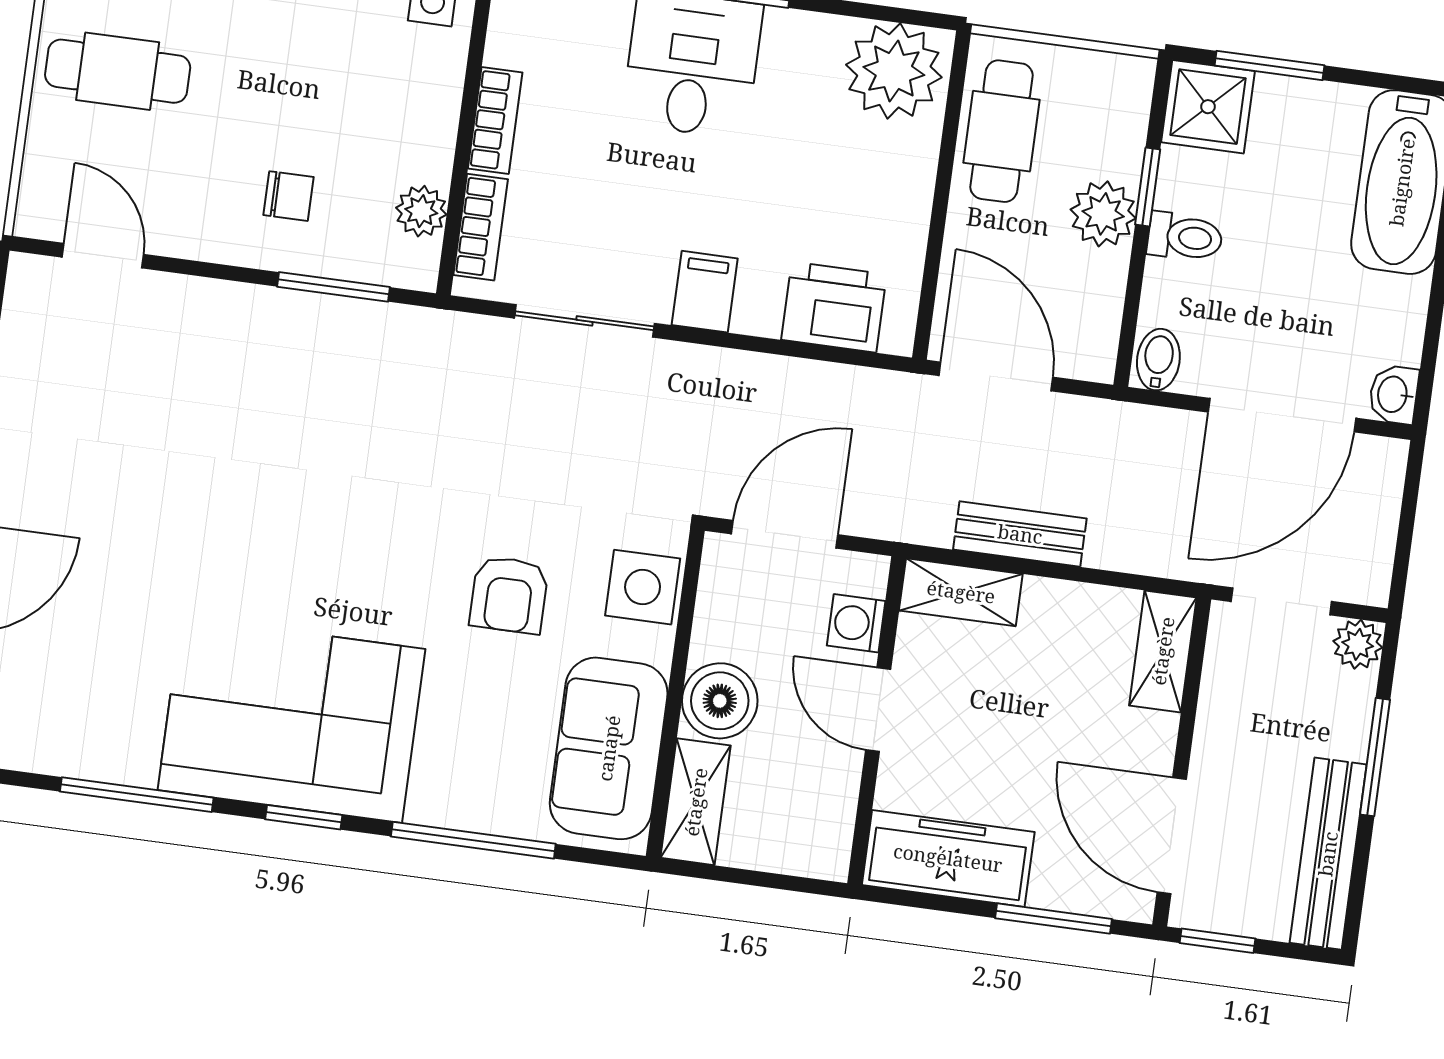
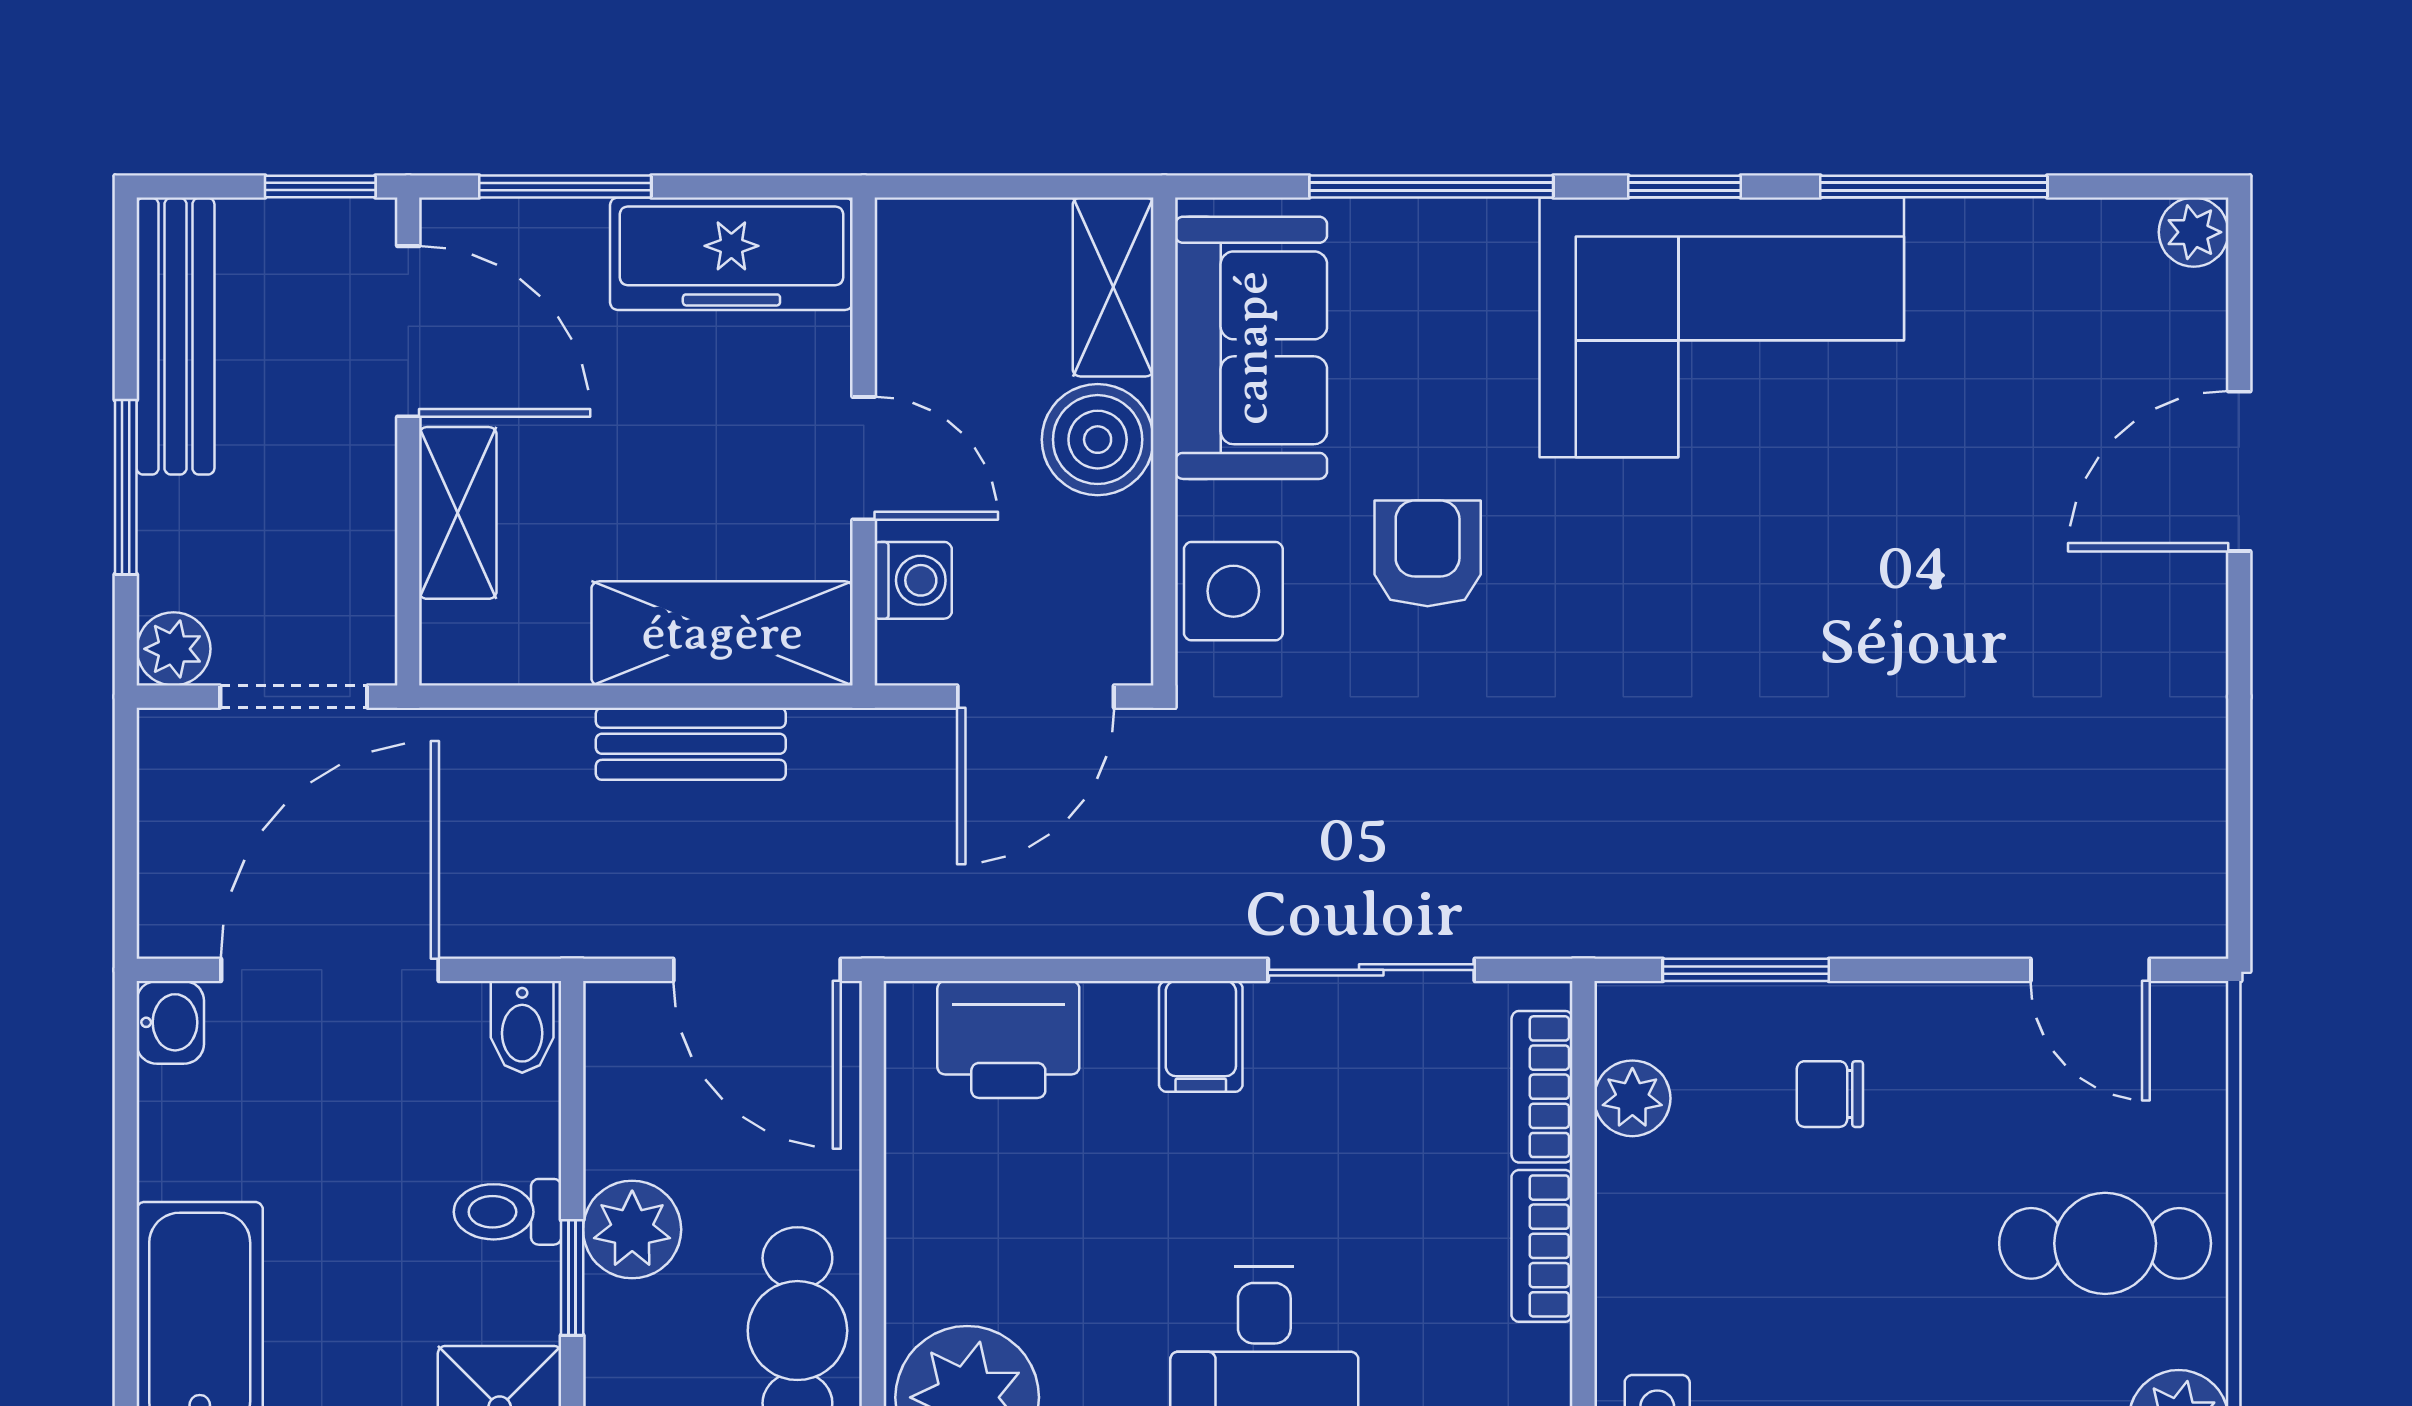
shelving: (961, 592) -> (722, 633), width x1.50, depth x1.33
shelving: (1163, 651) -> (458, 513), moved

